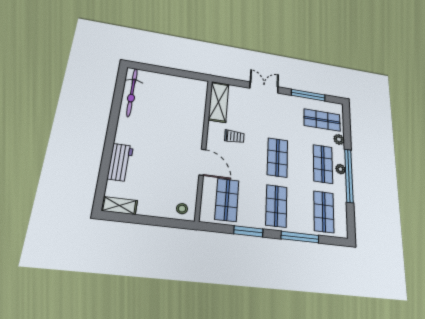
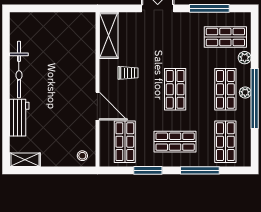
bicycle: (132, 92) -> (19, 70), moved
shop shelf: (276, 206) -> (175, 142), turned 90

